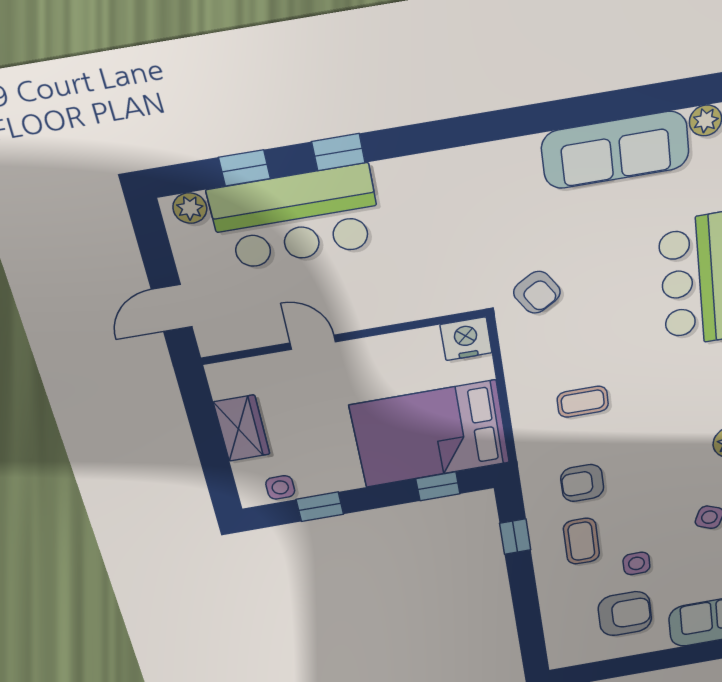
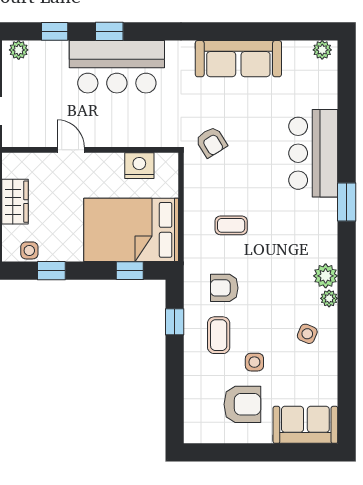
sofa: (615, 150) -> (238, 59), moved
bar counter: (296, 217) -> (117, 67), moved
nightstand: (466, 339) -> (139, 166), moved

